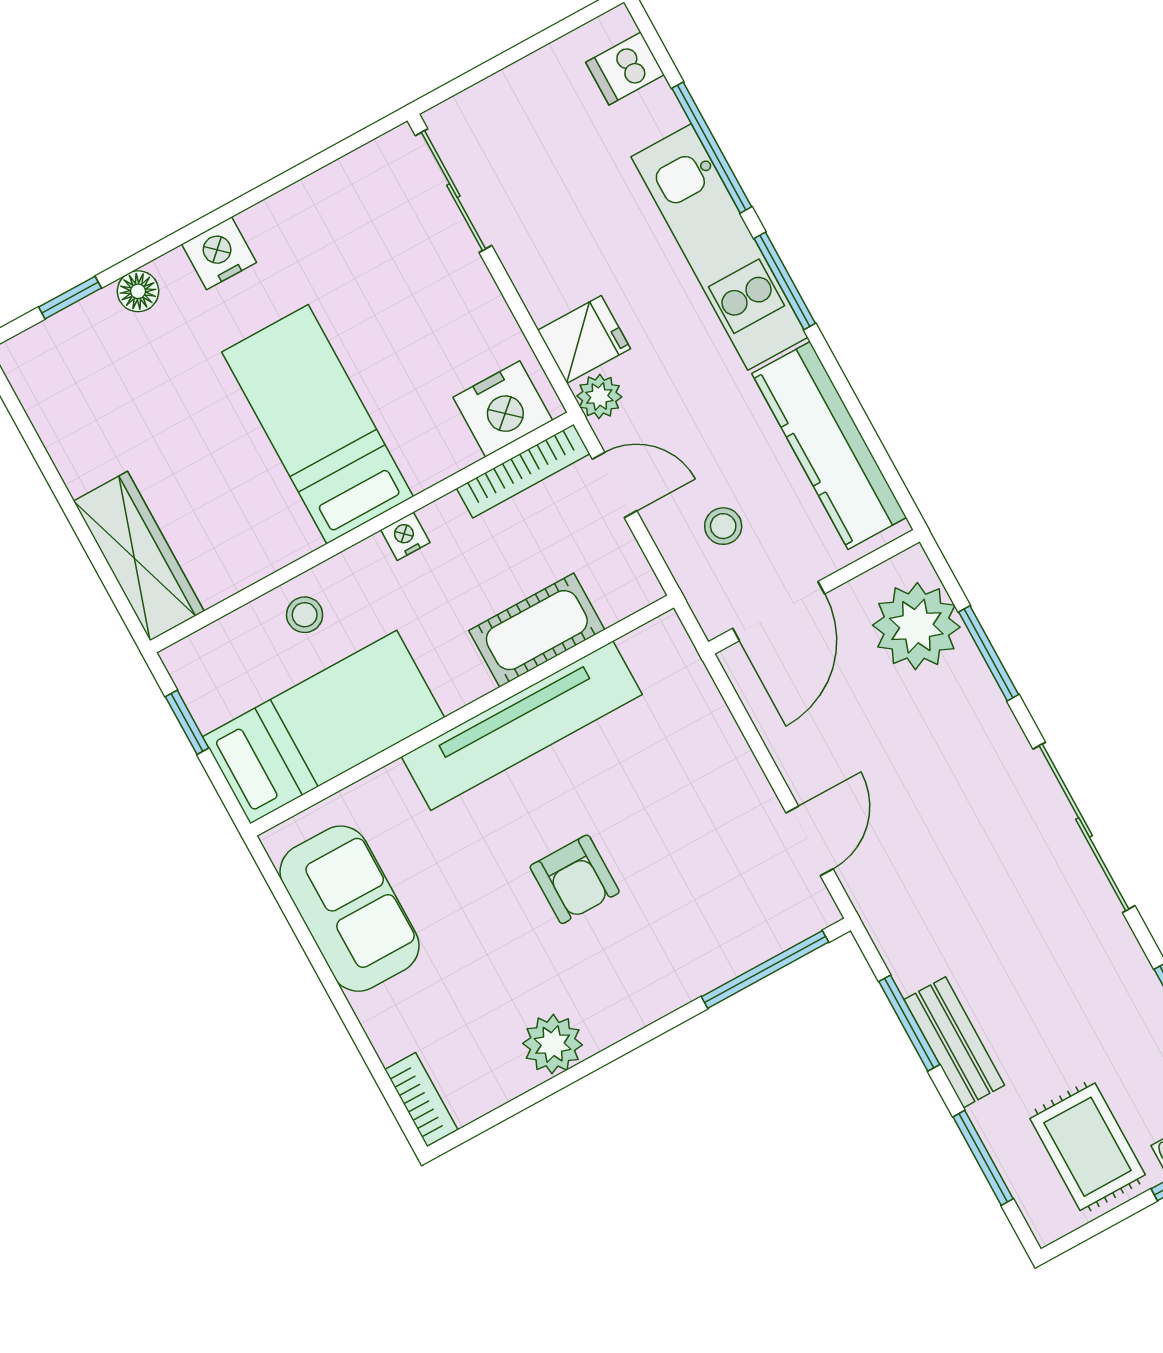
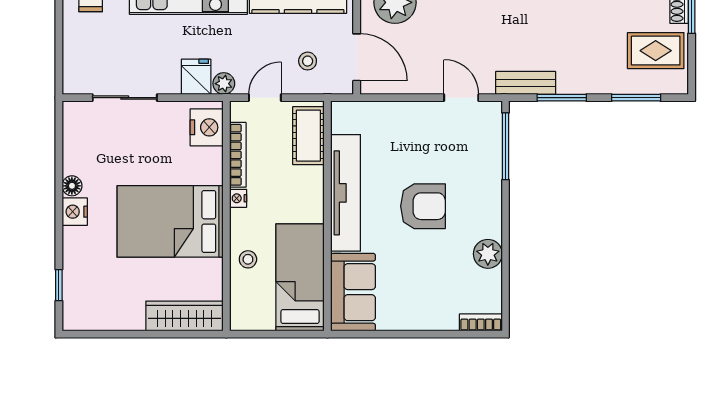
sliding door: (453, 191) -> (125, 98), moved
floor lamp: (138, 291) -> (72, 186), moved
bed: (318, 424) -> (170, 221), width x1.50
bookcase: (523, 471) -> (238, 155), moved
cot: (537, 630) -> (308, 136), moved
window: (187, 722) -> (266, 334), removed
armchair: (575, 879) -> (423, 206), width x1.38, depth x1.38
sofa: (350, 909) -> (353, 292), moved, turned 90
bench: (954, 1042) -> (526, 83), moved

